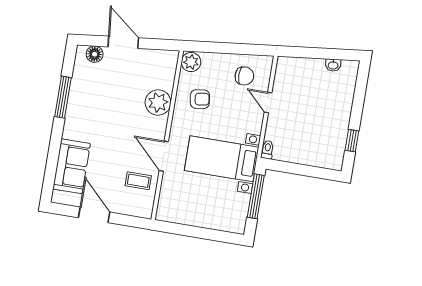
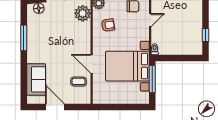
plant: (158, 102) -> (83, 13), moved
door: (268, 103) -> (150, 20), swing flipped
bed with nightstands: (222, 159) -> (127, 66), width x1.36

